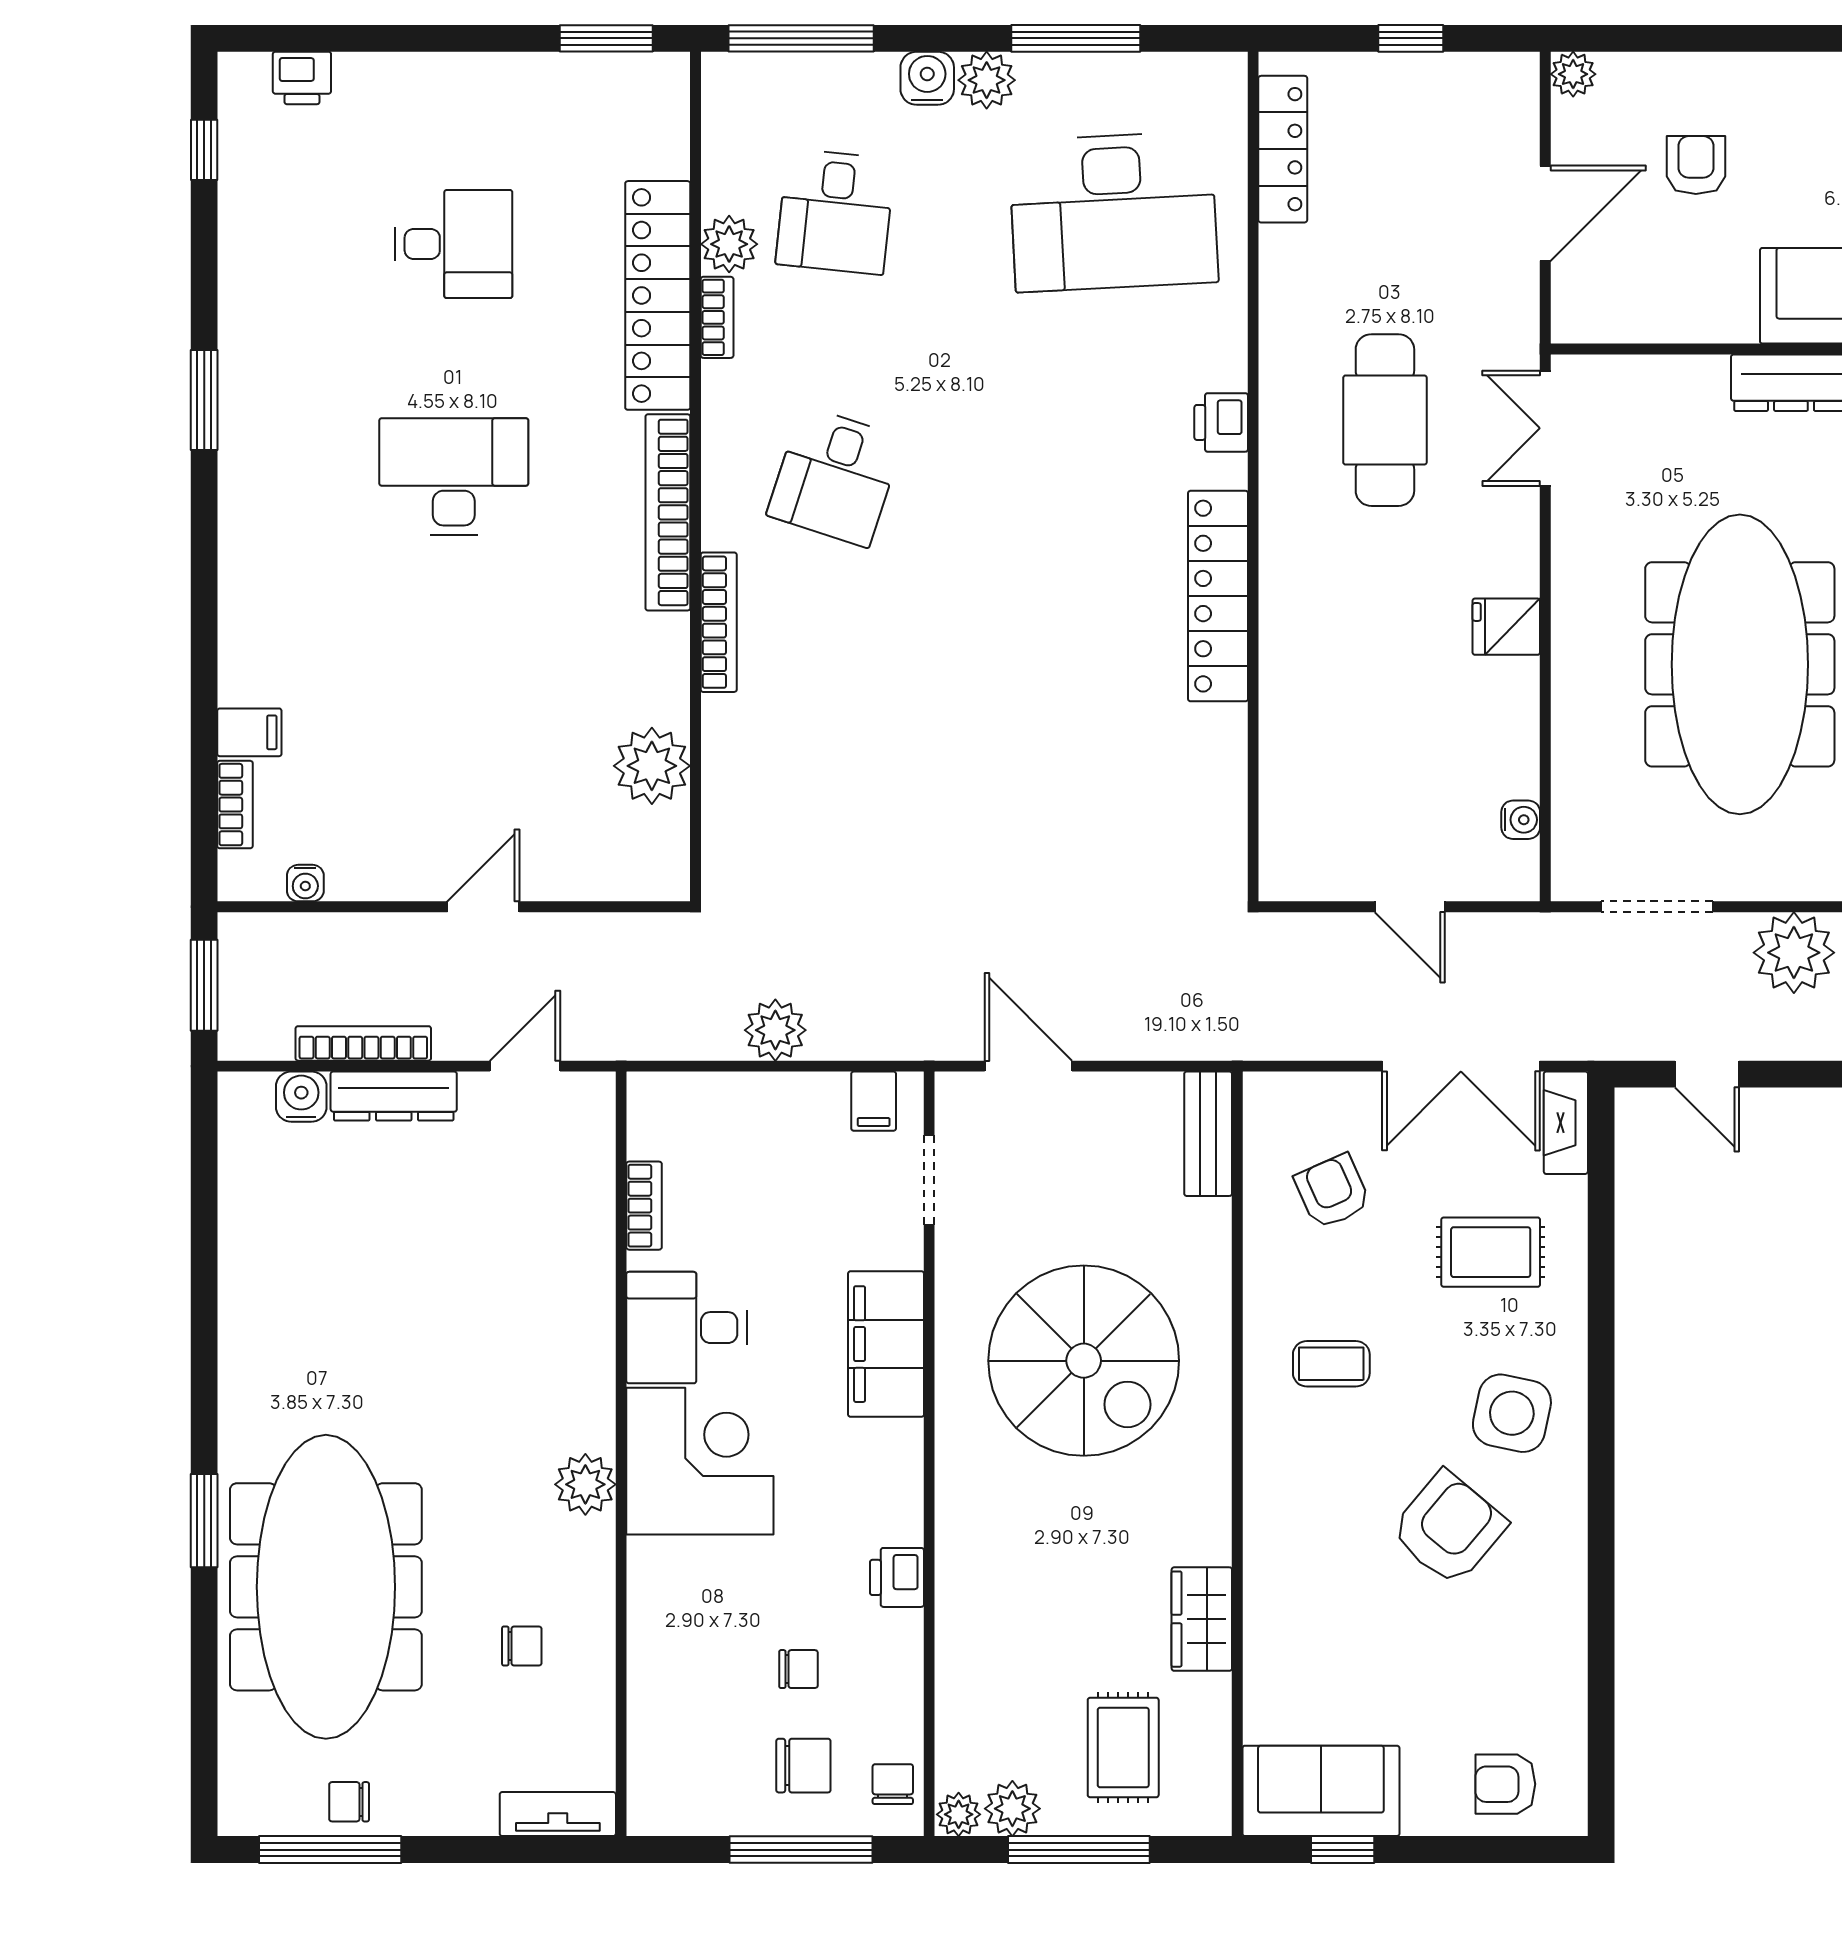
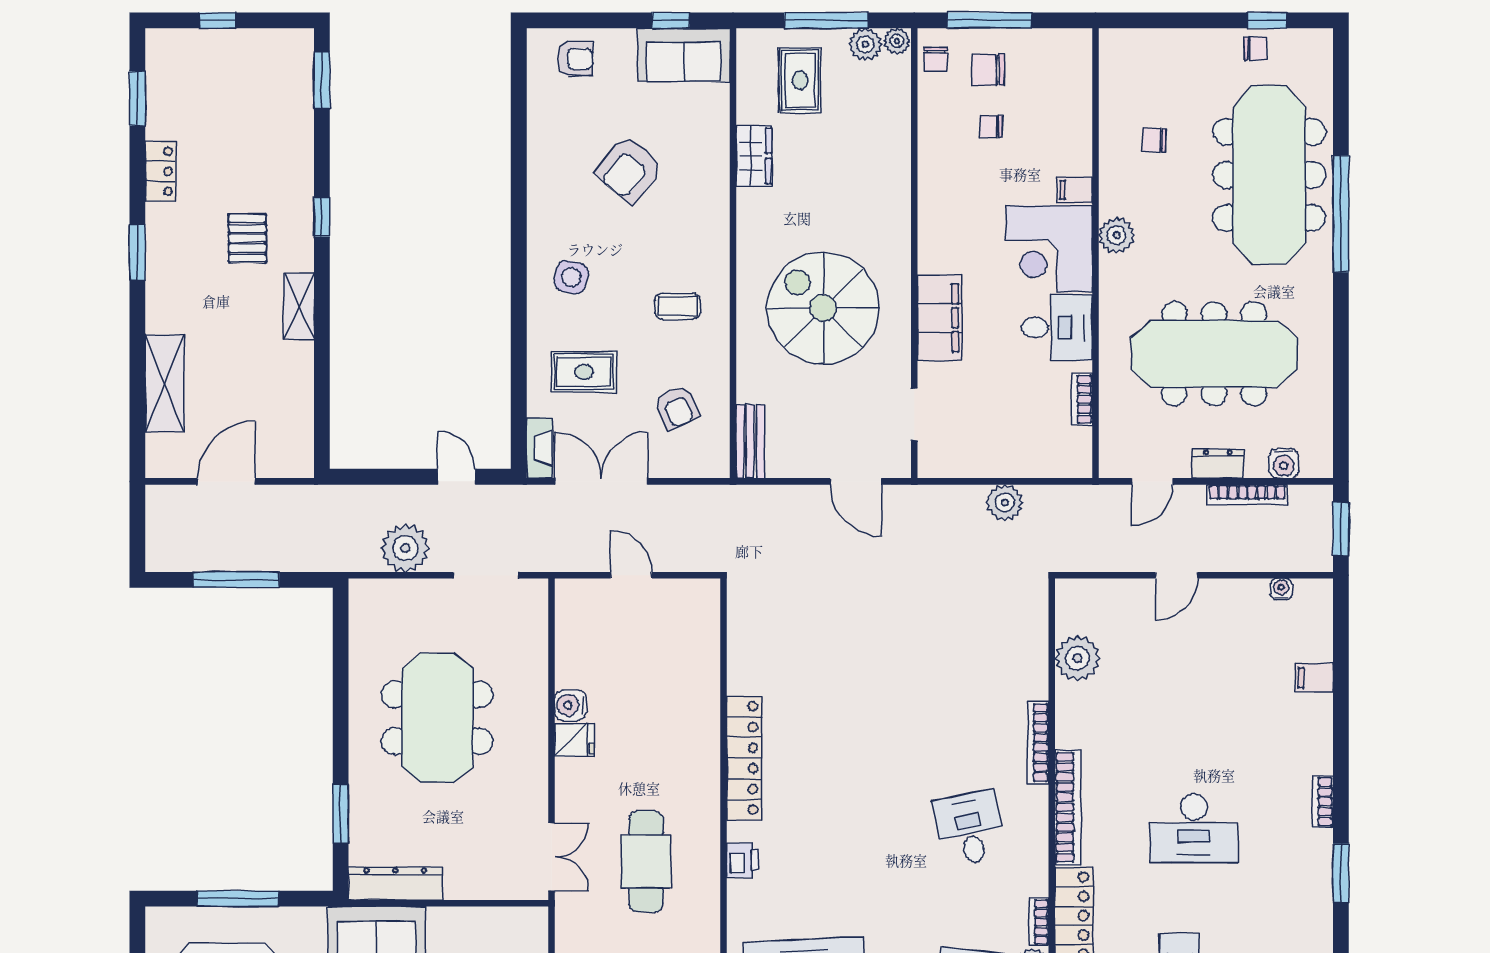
desk: (835, 476) -> (969, 828), turned -30
meeting table: (1740, 664) -> (437, 718), width x0.73
bookcase: (235, 805) -> (1323, 802), moved
water cooler: (1521, 820) -> (570, 705), moved, width x1.38, depth x1.38
dresser: (394, 1096) -> (1218, 464), width x0.70
filing cabinet: (874, 1101) -> (1075, 190), moved, turned -90
meeting table: (420, 1283) -> (1214, 354), added
side table: (1512, 1413) -> (571, 277), width x0.73, depth x0.73
window: (204, 1521) -> (1341, 214), width x2.11
armchair: (1449, 1528) -> (629, 169), moved
printer: (897, 1577) -> (933, 180), removed
tv unit: (558, 1814) -> (1133, 41), removed
window: (330, 1850) -> (1267, 20), width x0.46

